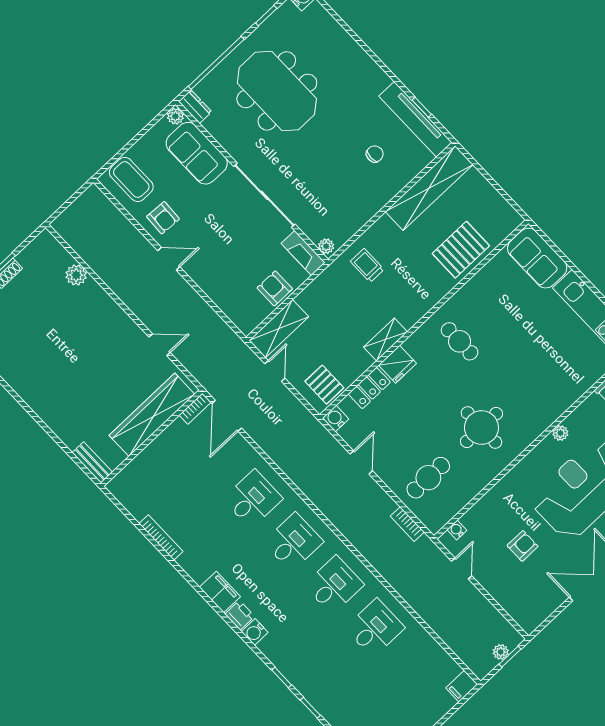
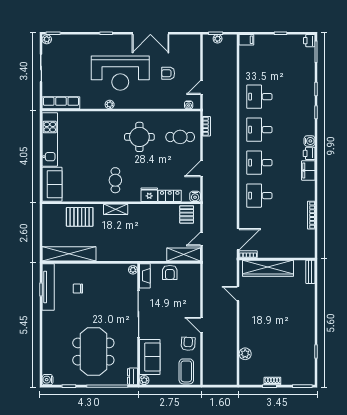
trolley: (367, 265) -> (124, 246), removed
shelving: (386, 339) -> (116, 209), moved

